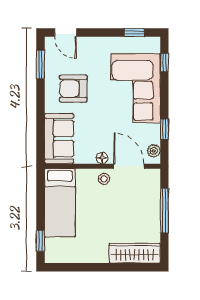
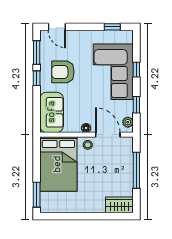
window: (164, 62) -> (136, 70), moved
window: (40, 96) -> (37, 78), added
bed: (60, 203) -> (58, 164), width x1.50
window: (40, 241) -> (37, 195), width x1.50
wardrobe: (135, 253) -> (119, 205), width x0.67

